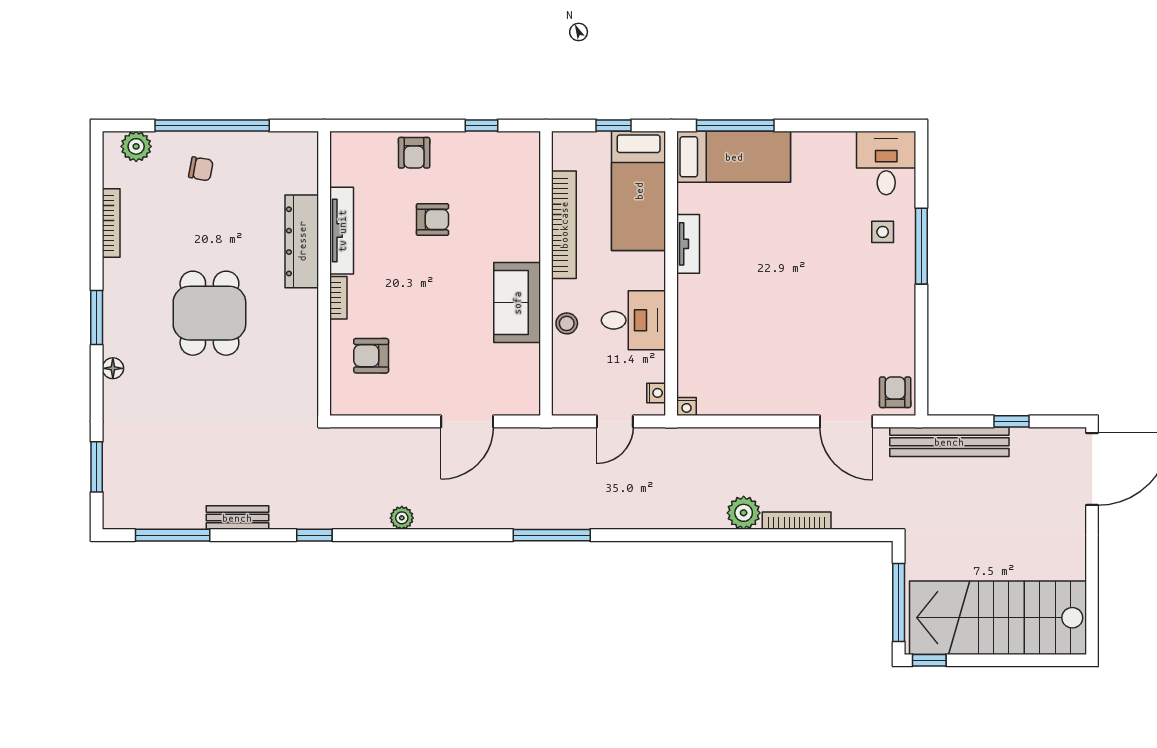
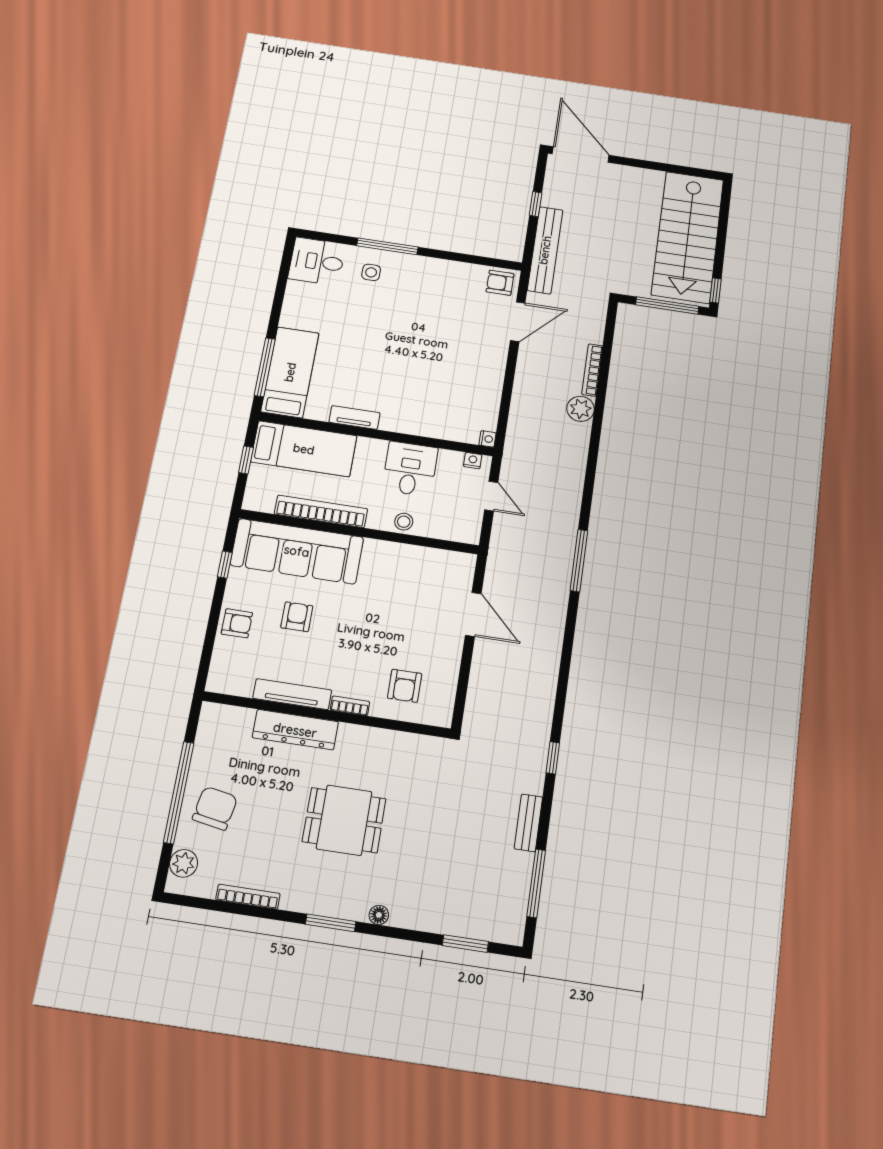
chair: (201, 169) -> (215, 808), width x1.87, depth x1.87
sofa: (517, 303) -> (297, 551), moved, width x1.85, depth x1.27
plant: (402, 518) -> (548, 681), removed

